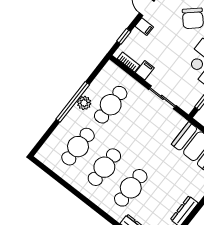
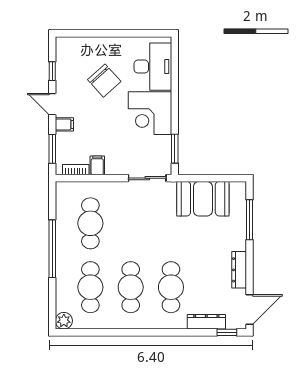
window: (124, 36) -> (52, 149), width x1.50
sliding door: (162, 97) -> (147, 178), moved
plant: (84, 103) -> (64, 321), moved

